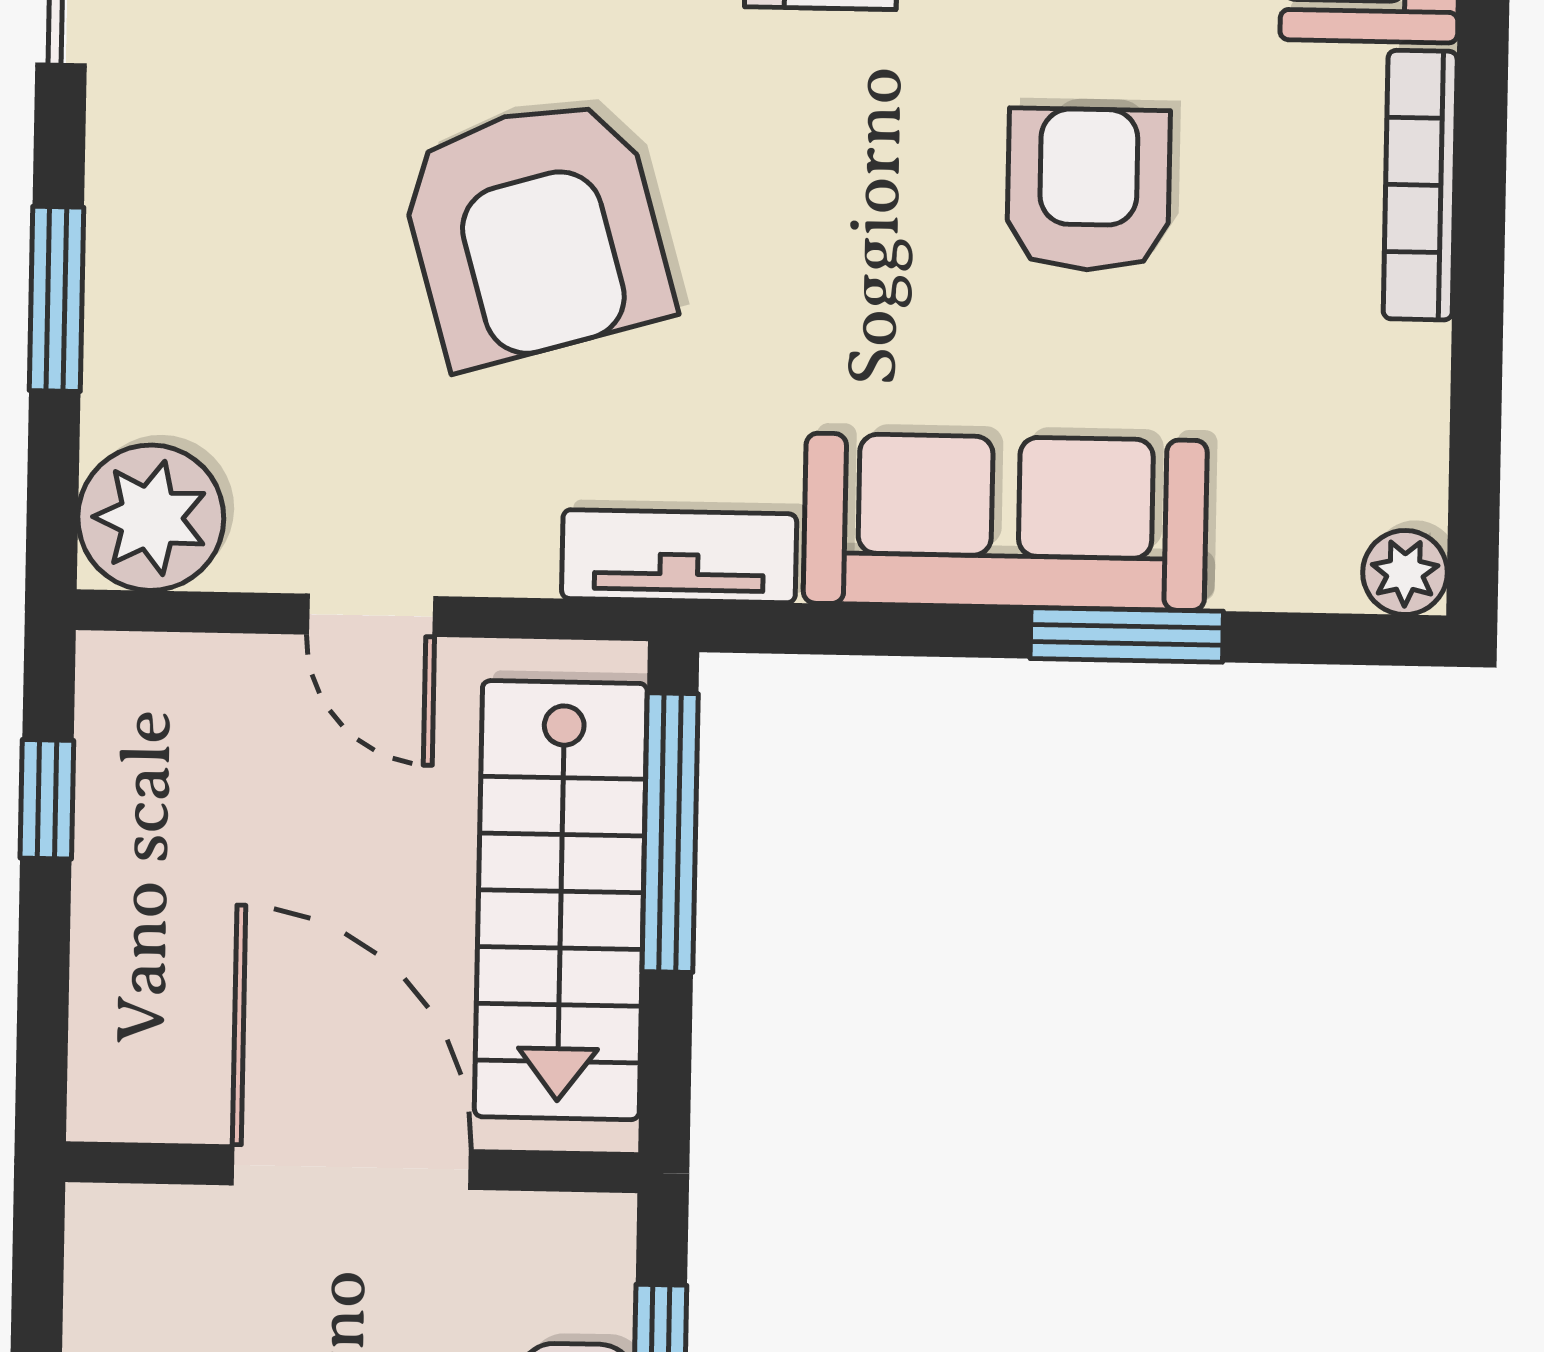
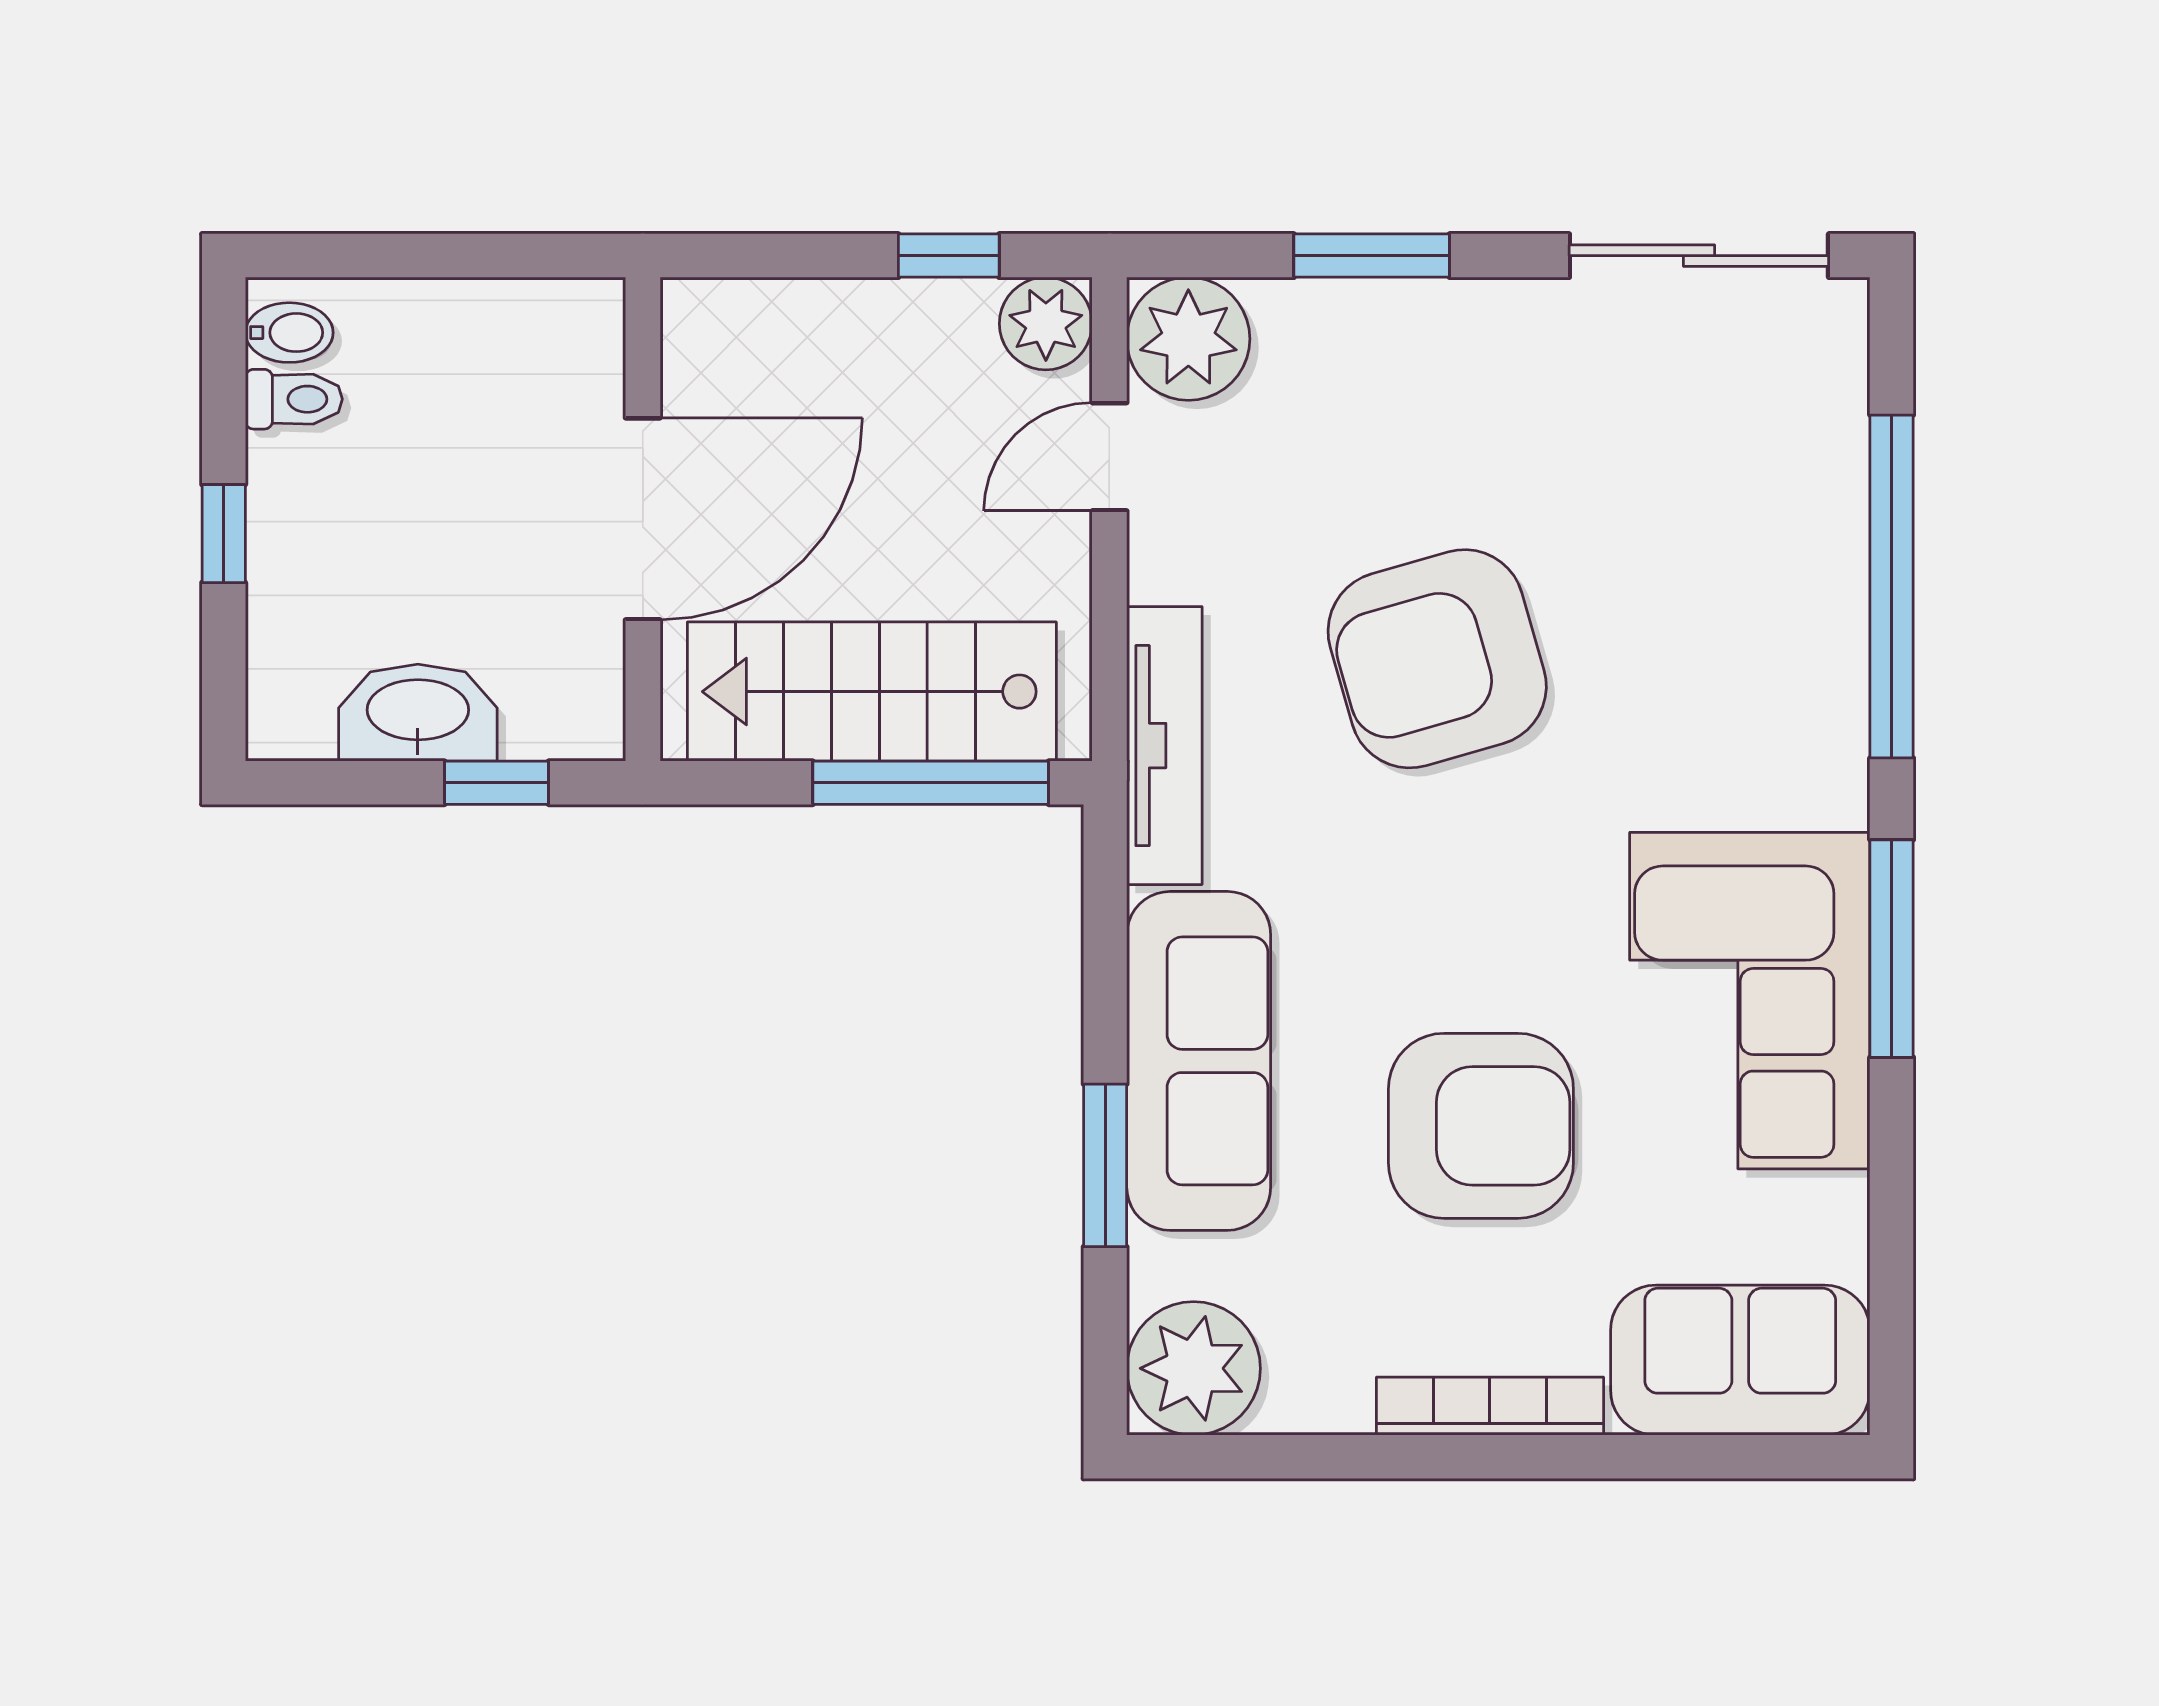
armchair: (1088, 189) -> (1481, 1126), width x1.36, depth x1.36
tv unit: (679, 556) -> (1164, 746), width x1.41
plant: (1405, 573) -> (1194, 1368), width x1.88, depth x1.88
door: (371, 615) -> (1109, 457), moved
plant: (130, 686) -> (1046, 324), added

